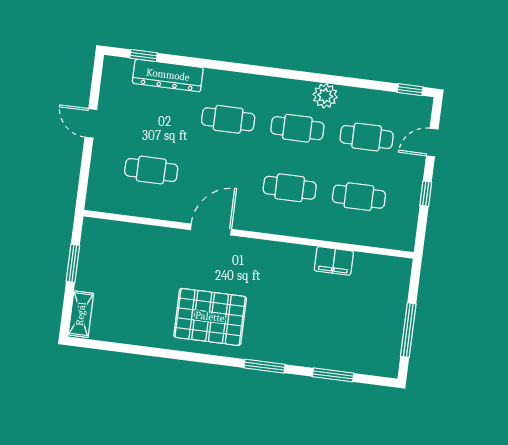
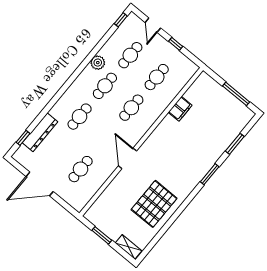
door: (91, 123) -> (40, 184), width x1.87
pallet: (210, 317) -> (154, 204), moved

